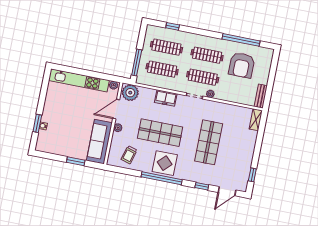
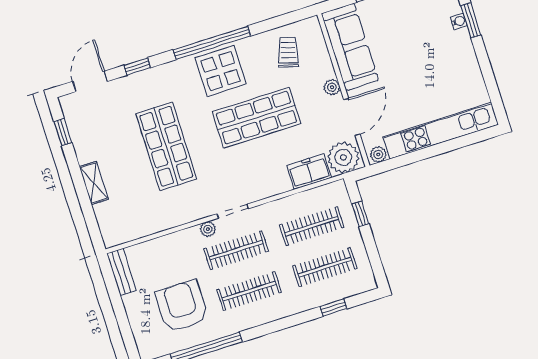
window: (137, 63) -> (360, 214), width x0.46
freezer: (166, 98) -> (309, 172), moved
shelving: (256, 120) -> (94, 183), moved

